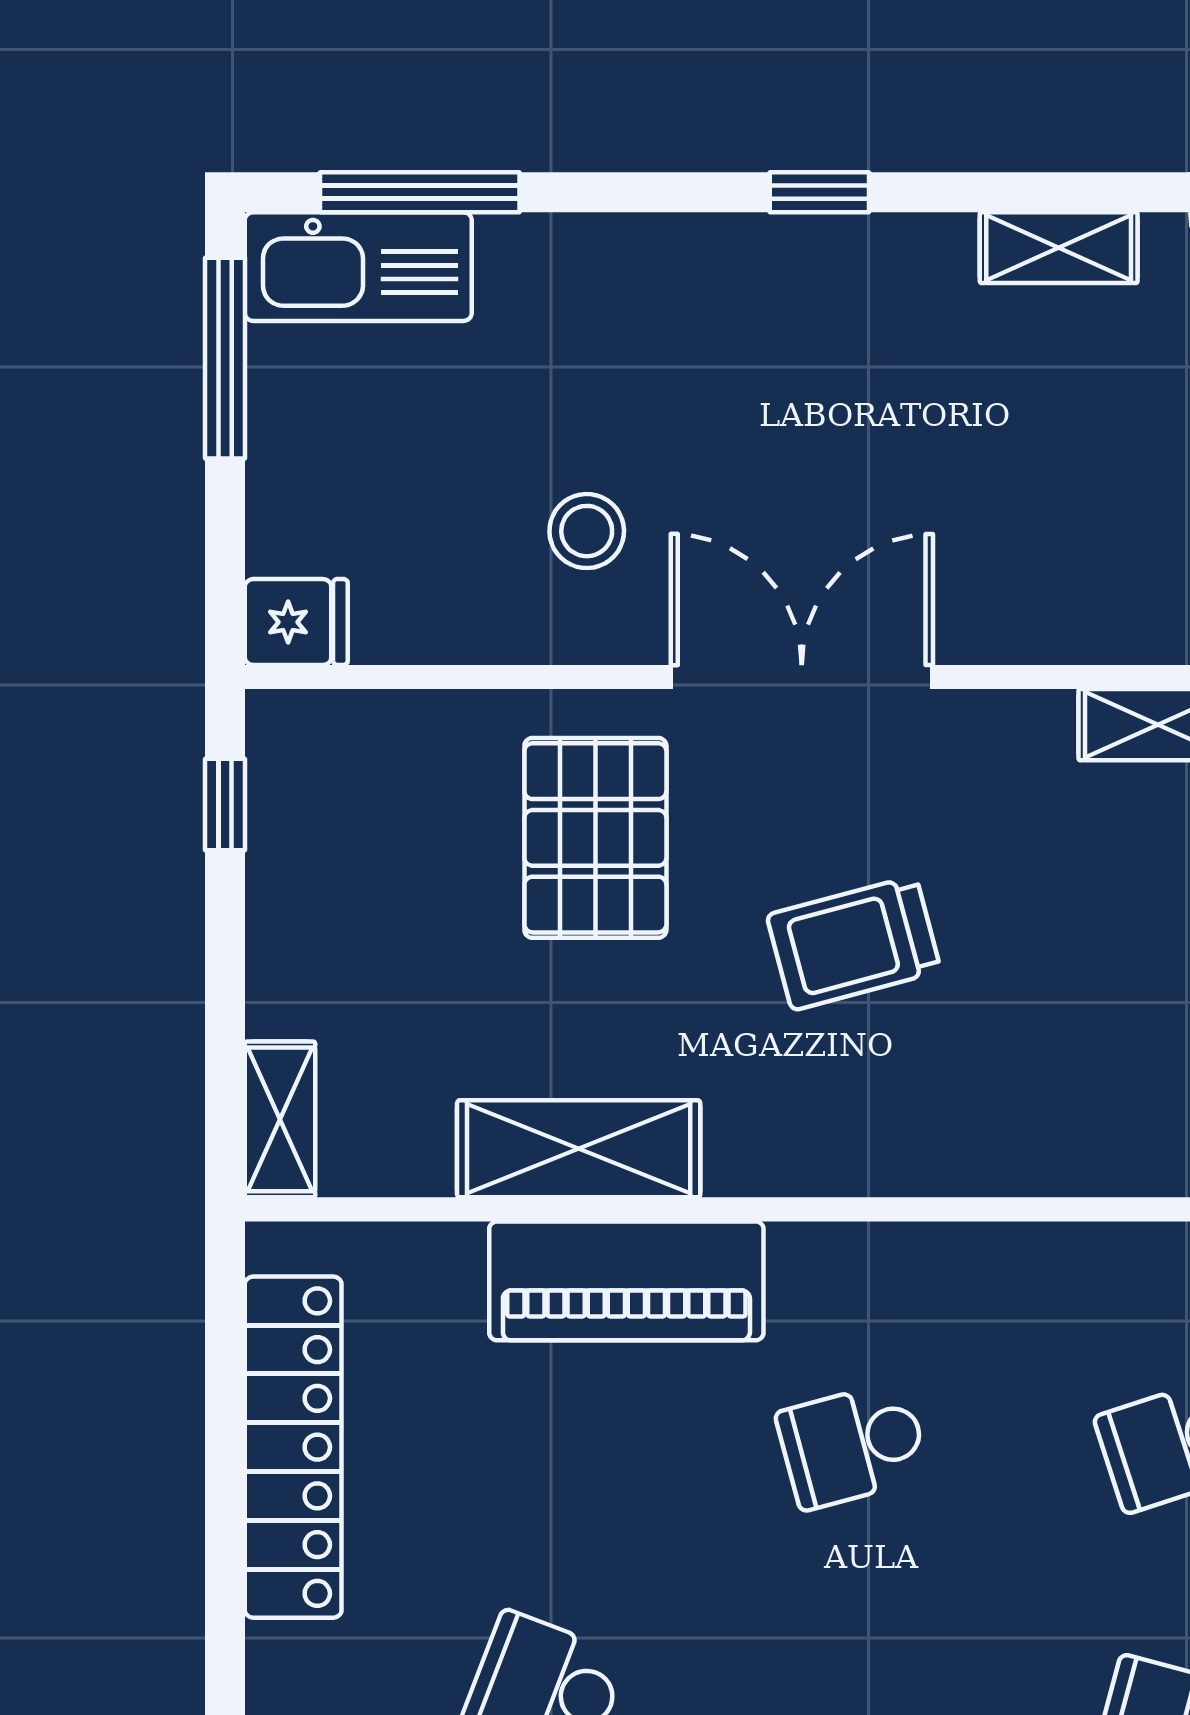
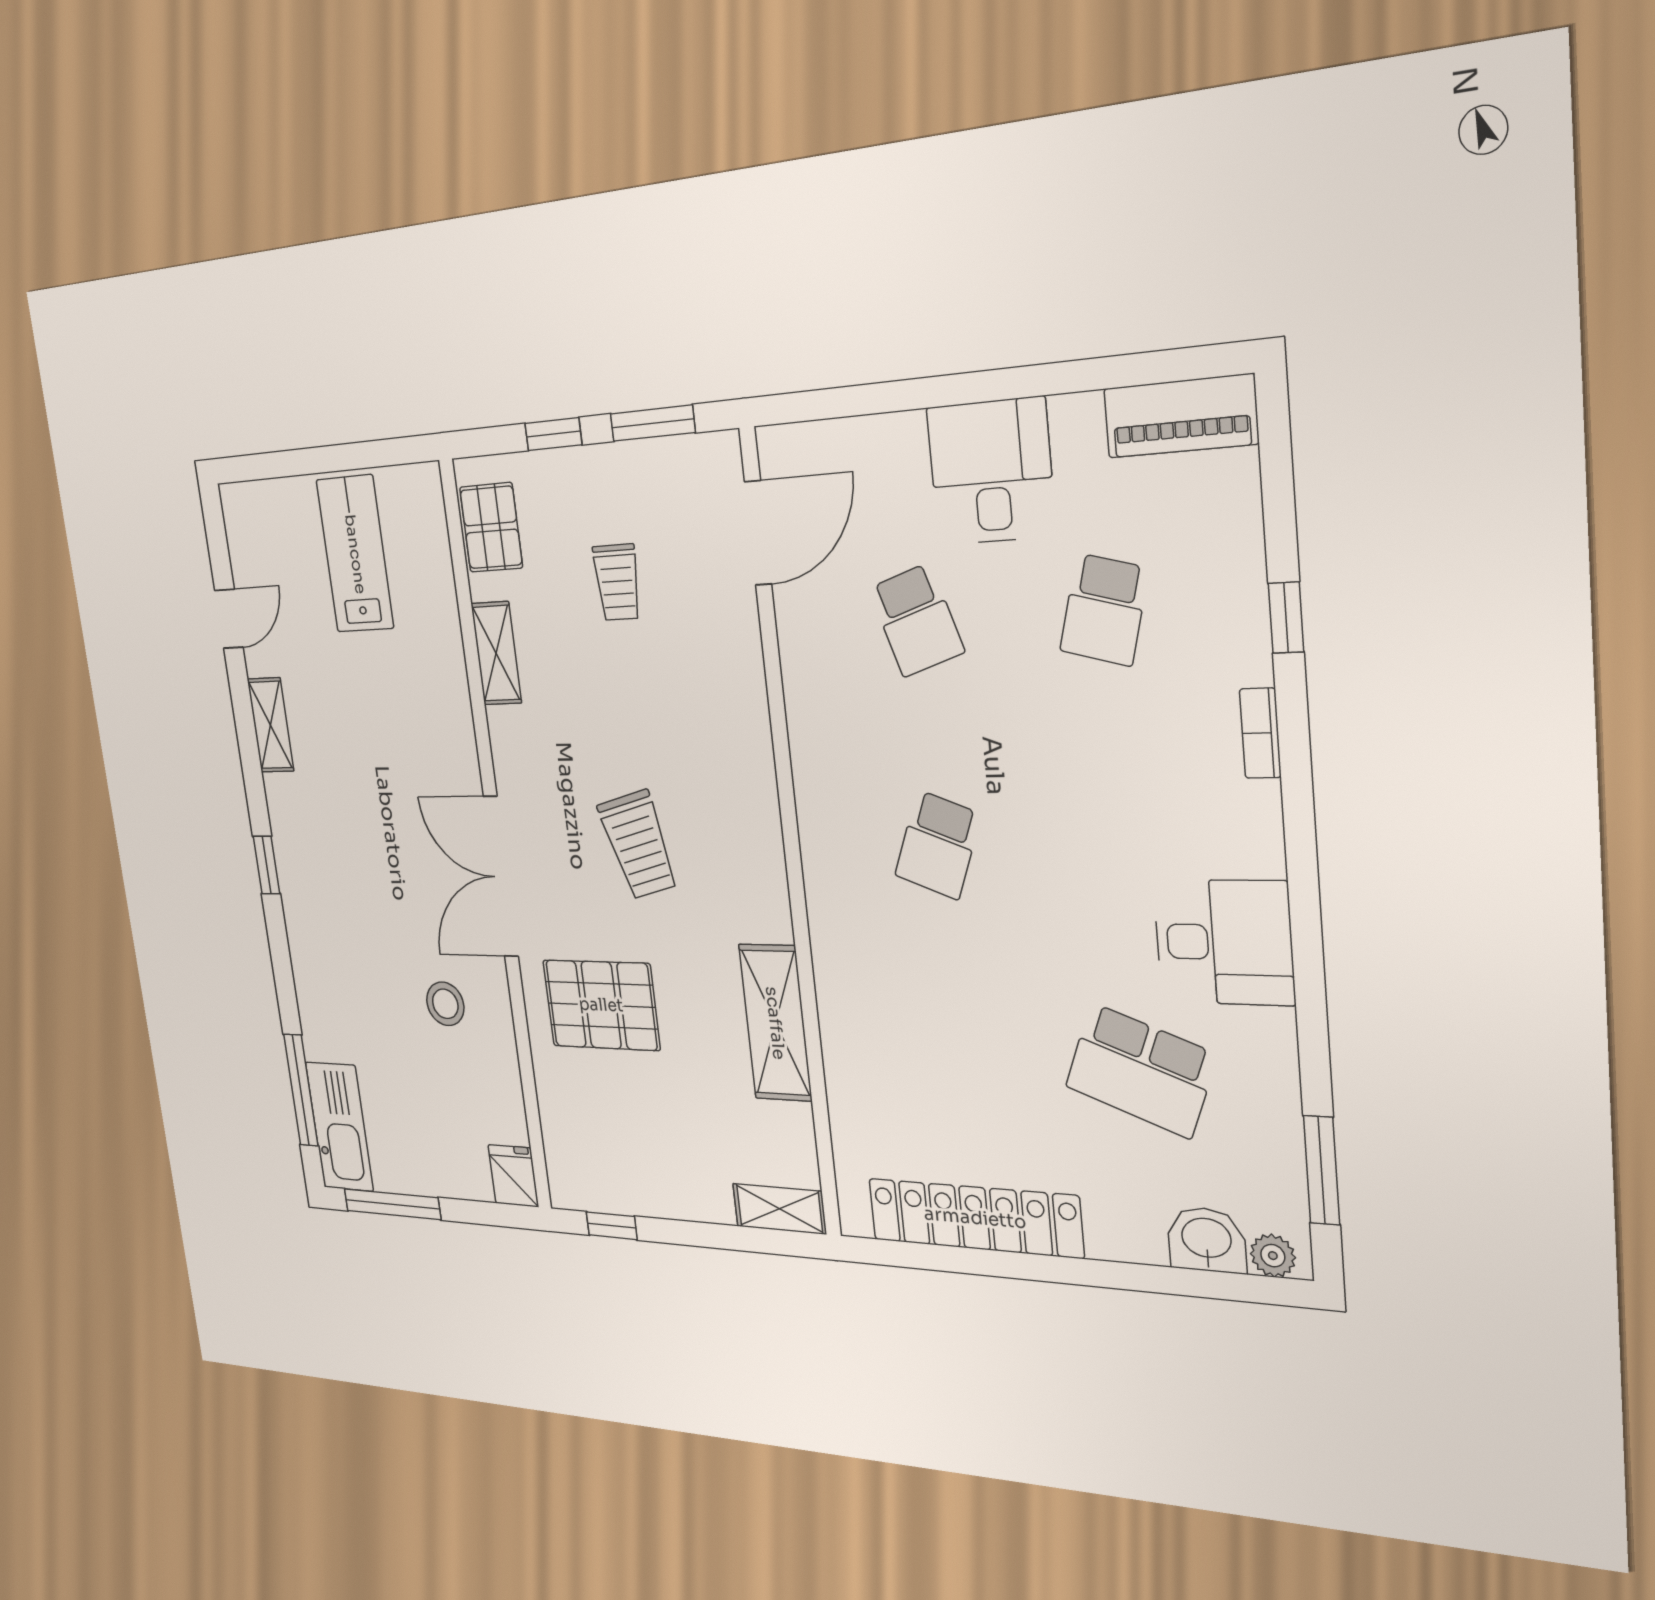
piano: (626, 1281) -> (851, 995), removed
school desk: (853, 1445) -> (938, 845), turned 36

